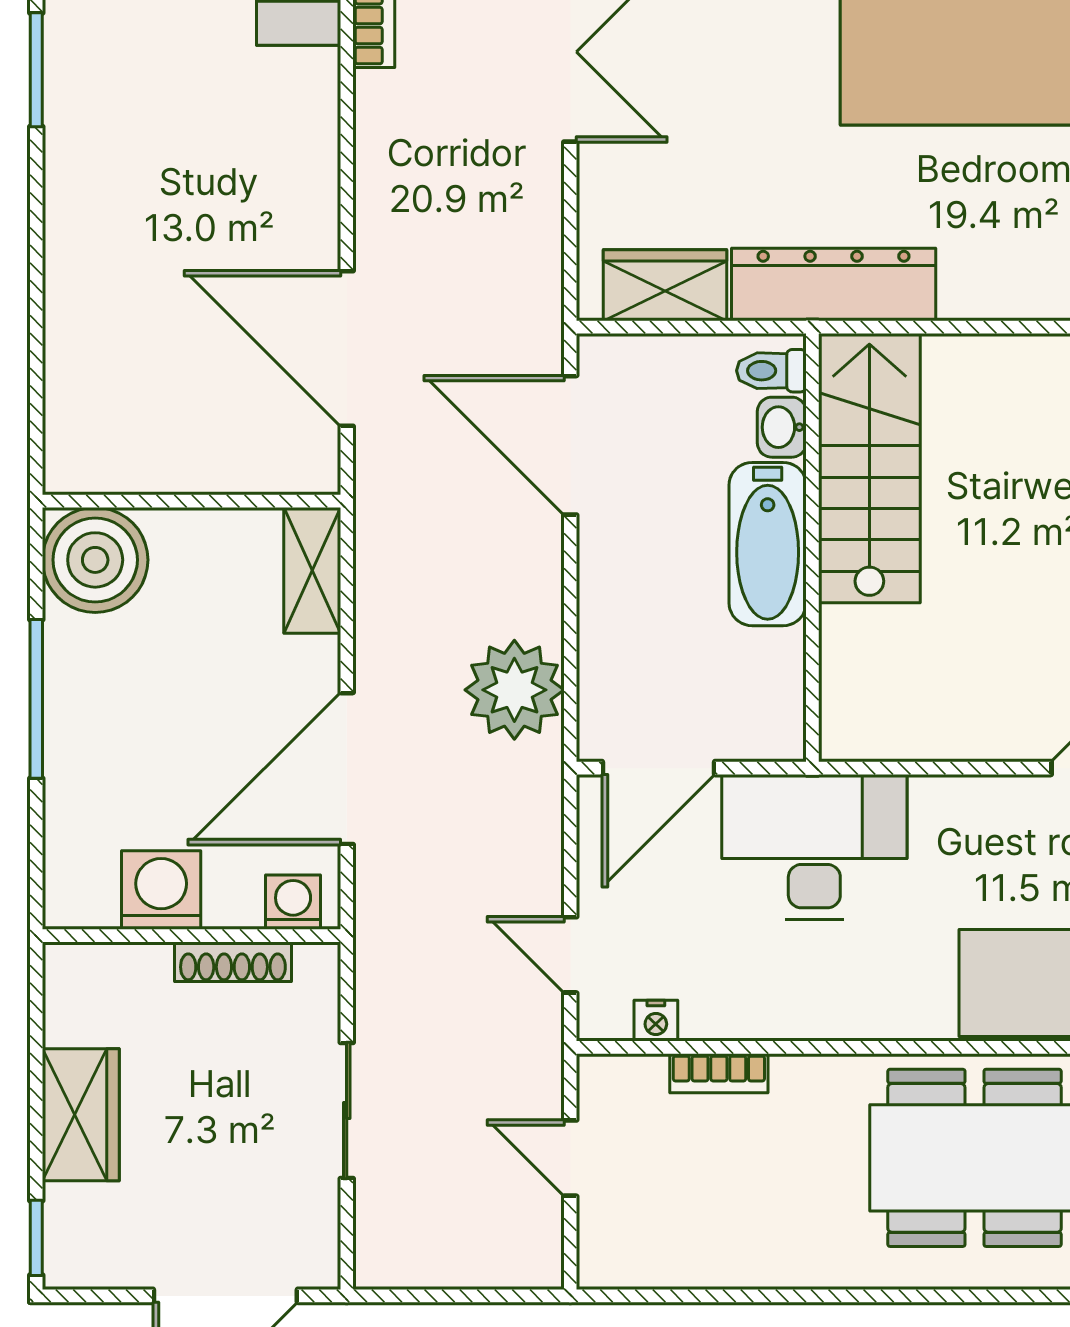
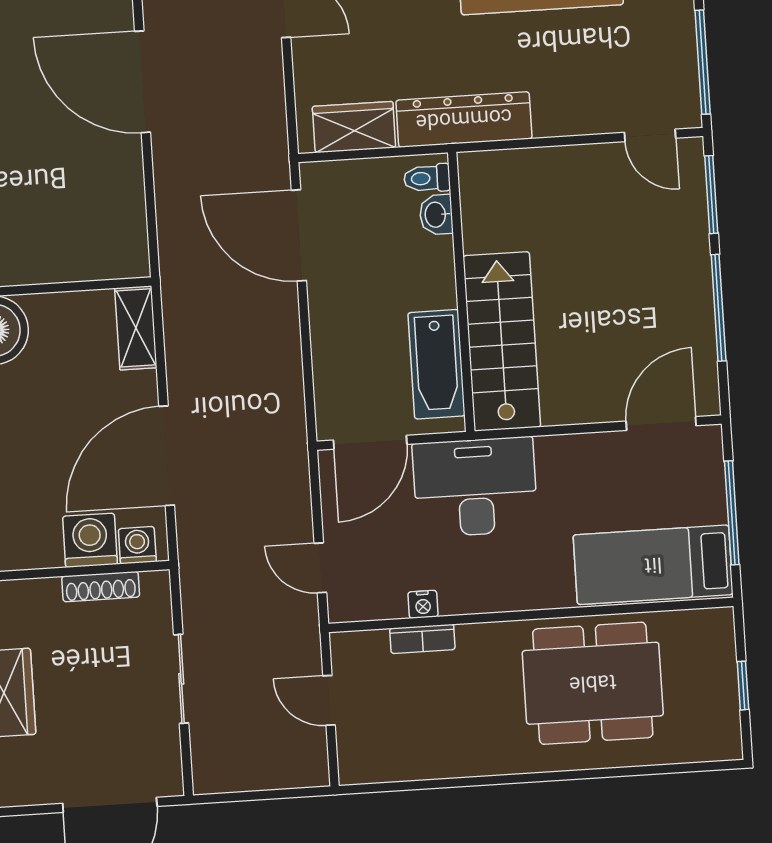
door: (347, 349) -> (143, 82), moved
stairs: (869, 468) -> (502, 341), moved
bathtub: (768, 544) -> (437, 364), moved
plant: (514, 690) -> (273, 397), removed
washing machine: (161, 890) -> (90, 540), moved
nightstand: (656, 1021) -> (423, 604), moved

